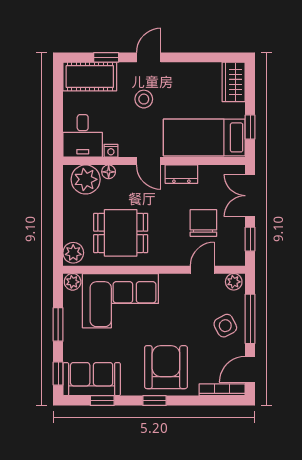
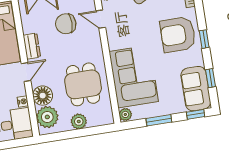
floor lamp: (109, 172) -> (43, 96), width x1.89, depth x1.89
plant: (73, 253) -> (79, 121), moved

